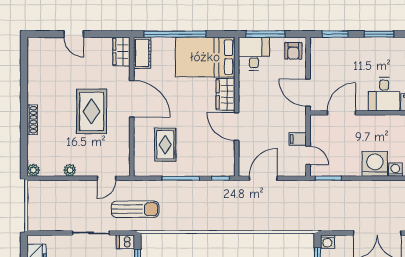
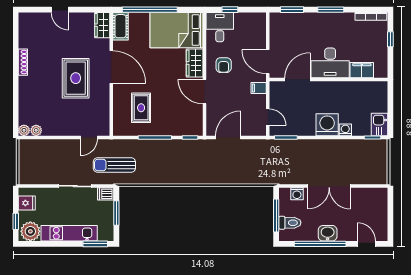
window: (265, 34) -> (230, 10), width x0.46
armchair: (293, 51) -> (224, 65), moved
desk: (384, 94) -> (330, 63), width x1.37
shoe rack: (32, 120) -> (23, 62), moved
filing cabinet: (298, 139) -> (259, 88), moved
plant: (70, 170) -> (36, 130), moved
sun lounger: (135, 209) -> (114, 165), turned 180
washing machine: (327, 242) -> (297, 194), moved

